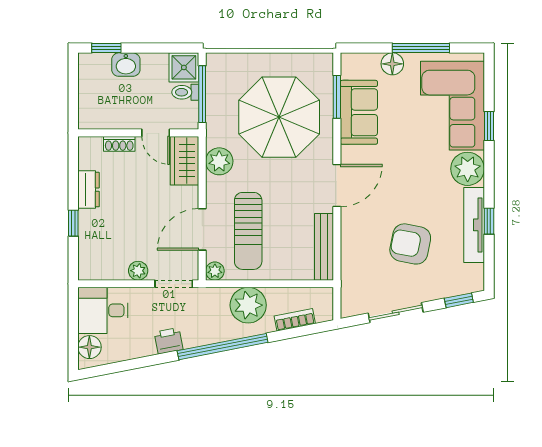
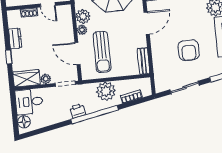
wardrobe: (184, 161) -> (26, 78), moved, turned 90
door: (202, 229) -> (77, 54), hinge flipped
armchair: (410, 244) -> (189, 50), turned -101
bench: (324, 247) -> (143, 61), width x0.73
plant: (215, 271) -> (82, 30), moved
printer: (169, 341) -> (78, 111), moved

